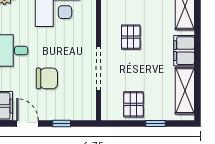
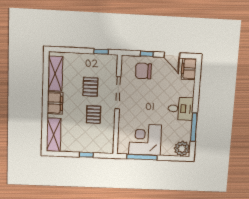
chair: (47, 78) -> (143, 71), moved
pallet: (133, 104) -> (90, 87), moved
window: (155, 124) -> (101, 52), moved

